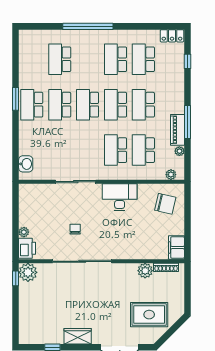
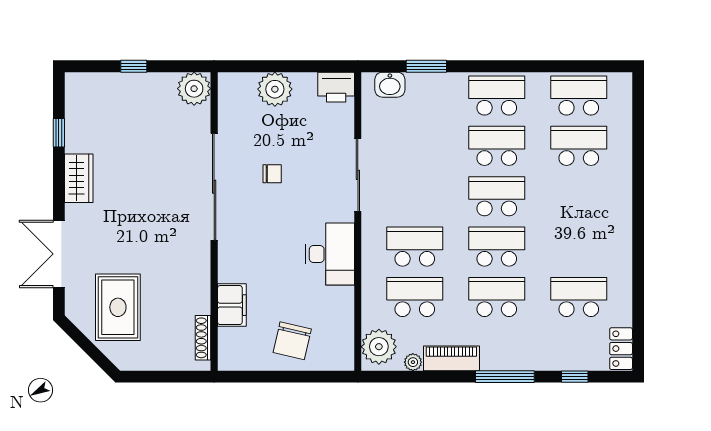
window: (88, 26) -> (638, 197), removed
school desk: (115, 59) -> (579, 96), moved
window: (16, 99) -> (426, 66), moved
window: (188, 122) -> (505, 377), moved
plant: (171, 175) -> (379, 347), width x1.88, depth x1.88
chair: (165, 204) -> (292, 341), moved
plant: (24, 232) -> (275, 89), width x1.88, depth x1.88
printer: (27, 248) -> (336, 87), moved
filing cabinet: (176, 248) -> (232, 305), moved, turned 90
plant: (145, 271) -> (197, 300), removed
window: (16, 278) -> (134, 66), moved

